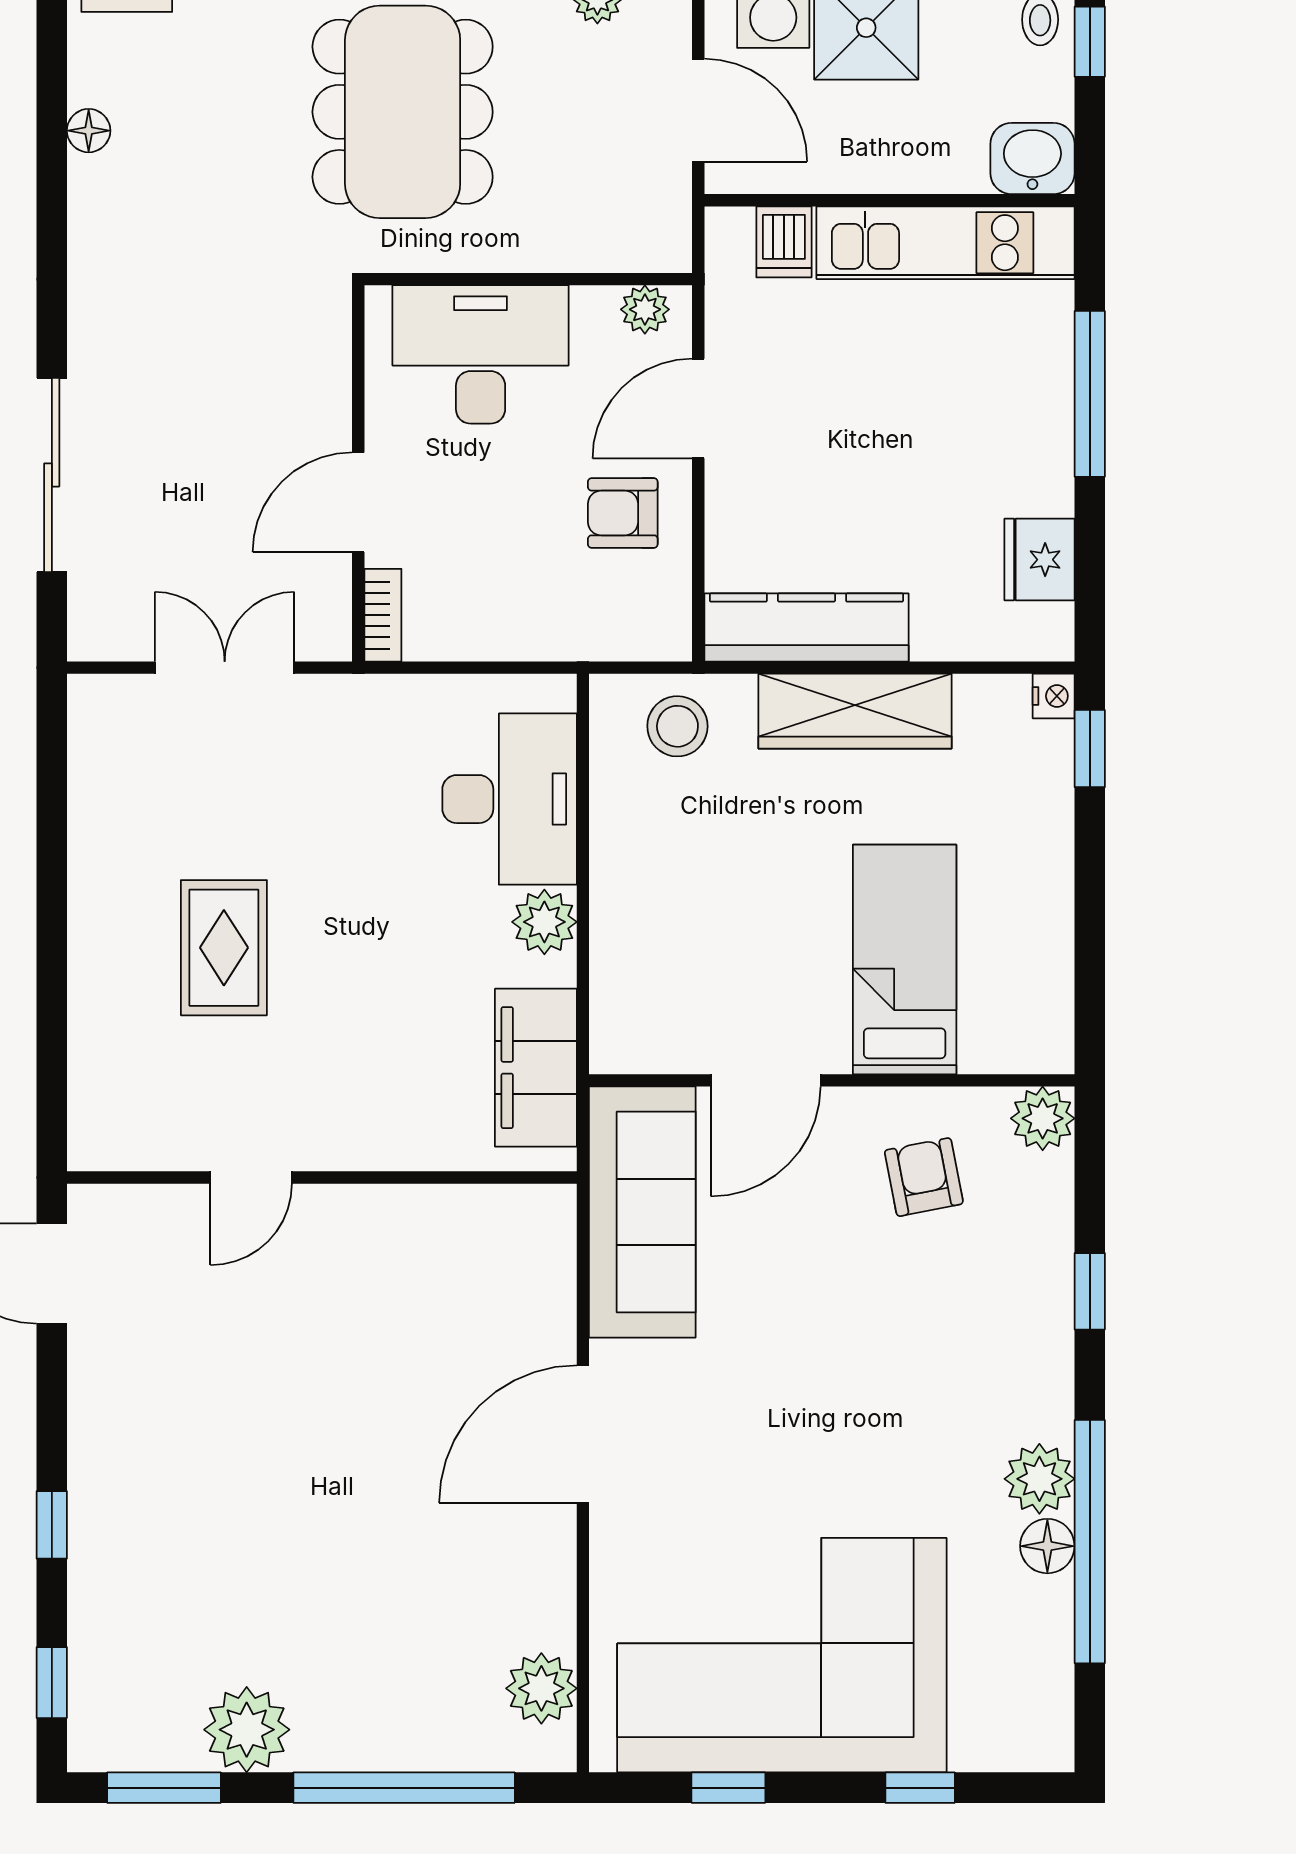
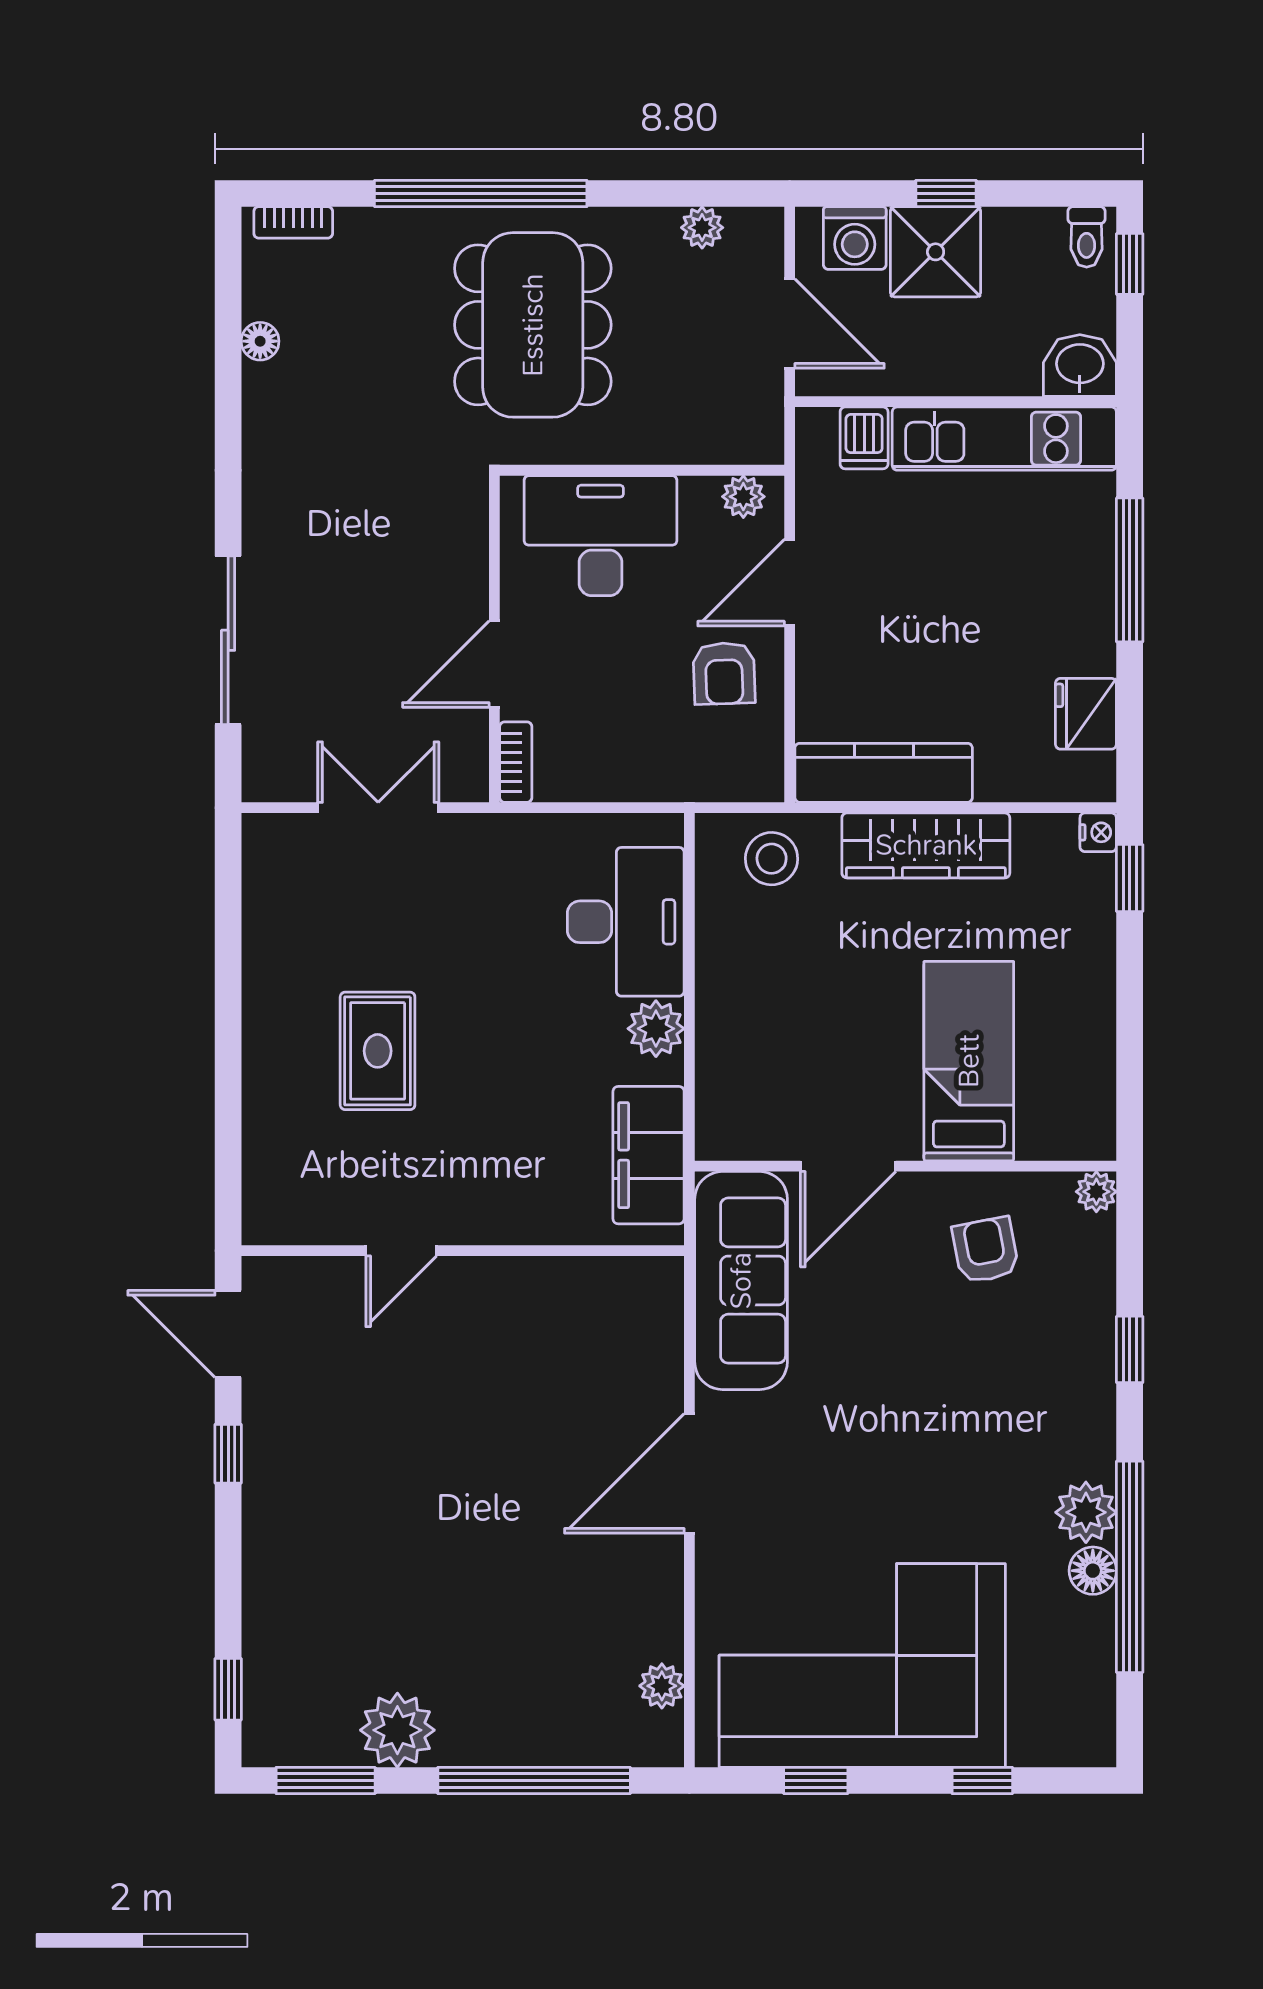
armchair: (623, 513) -> (724, 673), turned -92
plant: (1043, 1118) -> (1096, 1192), width x0.73, depth x0.73
window: (52, 1525) -> (228, 1454), moved
plant: (541, 1688) -> (662, 1686), width x0.73, depth x0.73

